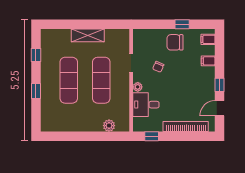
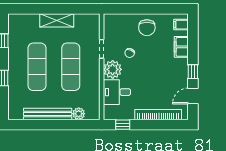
window: (182, 24) -> (154, 9), removed
chair: (175, 42) -> (147, 28), turned -90
filing cabinet: (208, 61) -> (181, 47), width x2.00
plant: (138, 87) -> (113, 69), width x1.87, depth x1.87
bench: (79, 126) -> (48, 114), added

